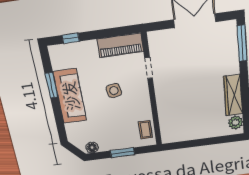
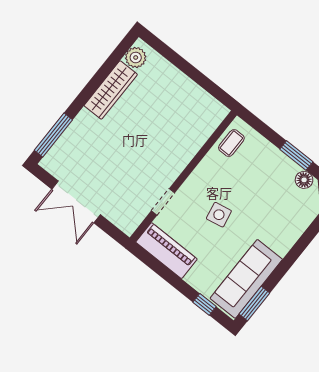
window: (52, 85) -> (254, 303), moved
sofa: (70, 96) -> (246, 279), moved
window: (122, 153) -> (296, 156), moved

